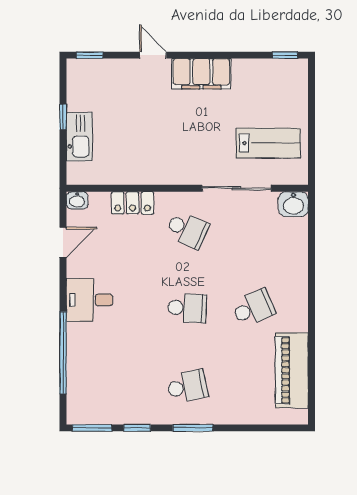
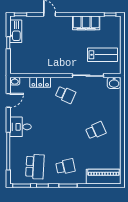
filing cabinet: (201, 74) -> (86, 23), moved
kitchen sink: (79, 137) -> (16, 31), moved
school desk: (187, 308) -> (35, 167), moved, width x1.85
piano: (292, 370) -> (104, 177), moved, turned 90

